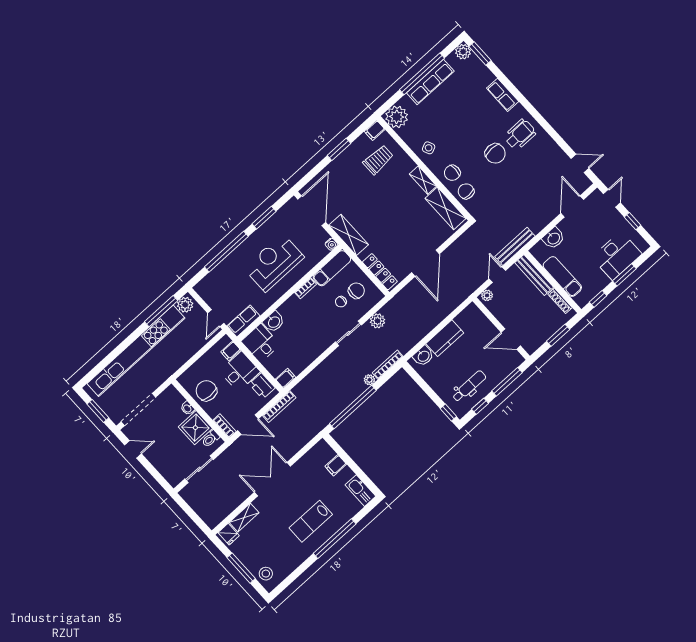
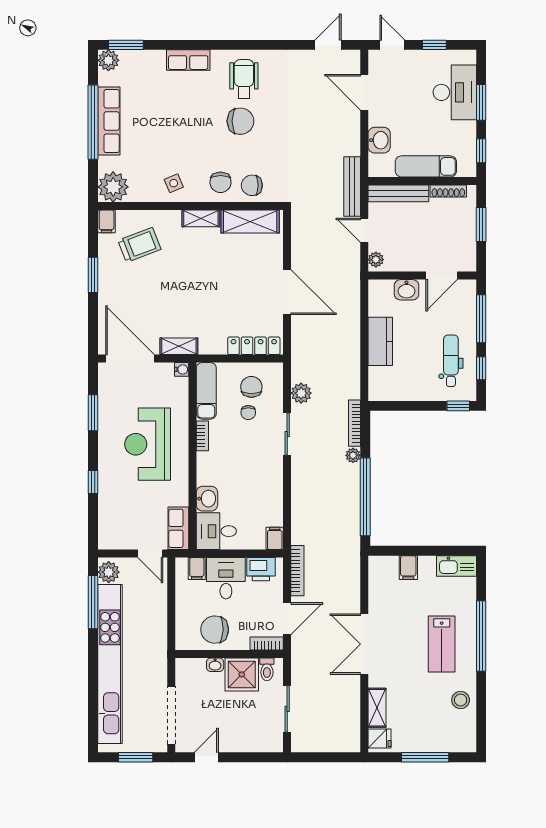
trolley: (378, 160) -> (139, 245), turned 69
shelving: (349, 235) -> (179, 346), width x0.67, depth x0.75
window: (226, 252) -> (93, 482), width x0.32
washbasin: (423, 356) -> (407, 290), moved, turned 90
stool: (266, 574) -> (461, 700), moved

